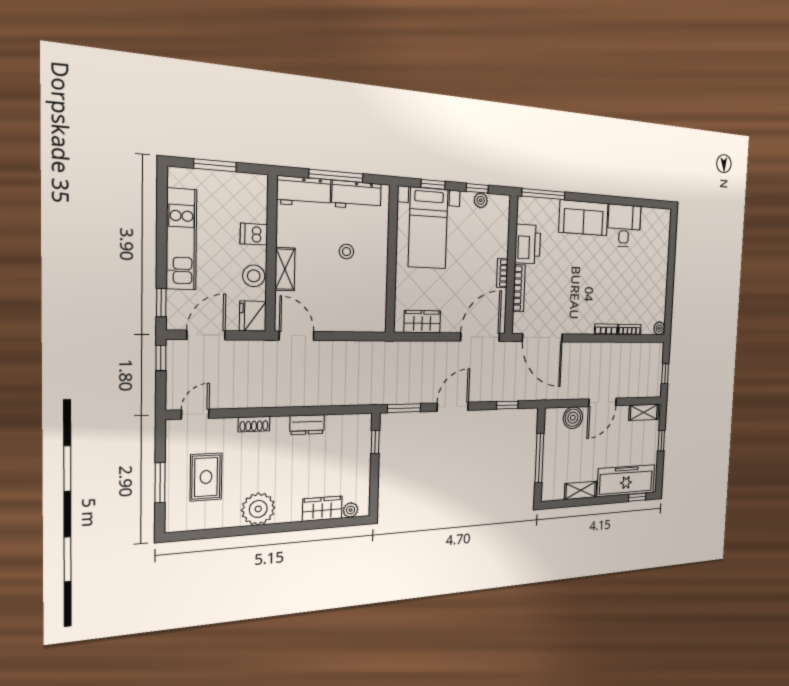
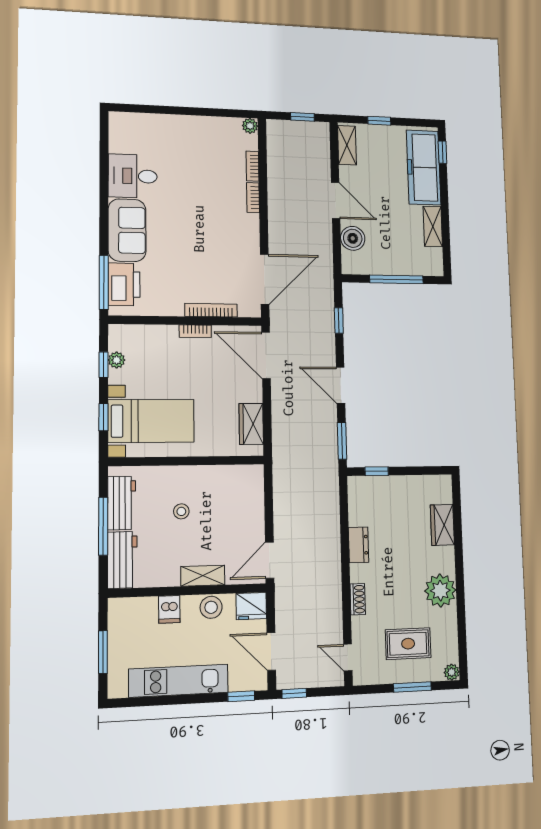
printer: (528, 244) -> (124, 284), moved, turned 90
plant: (351, 510) -> (452, 672), moved

